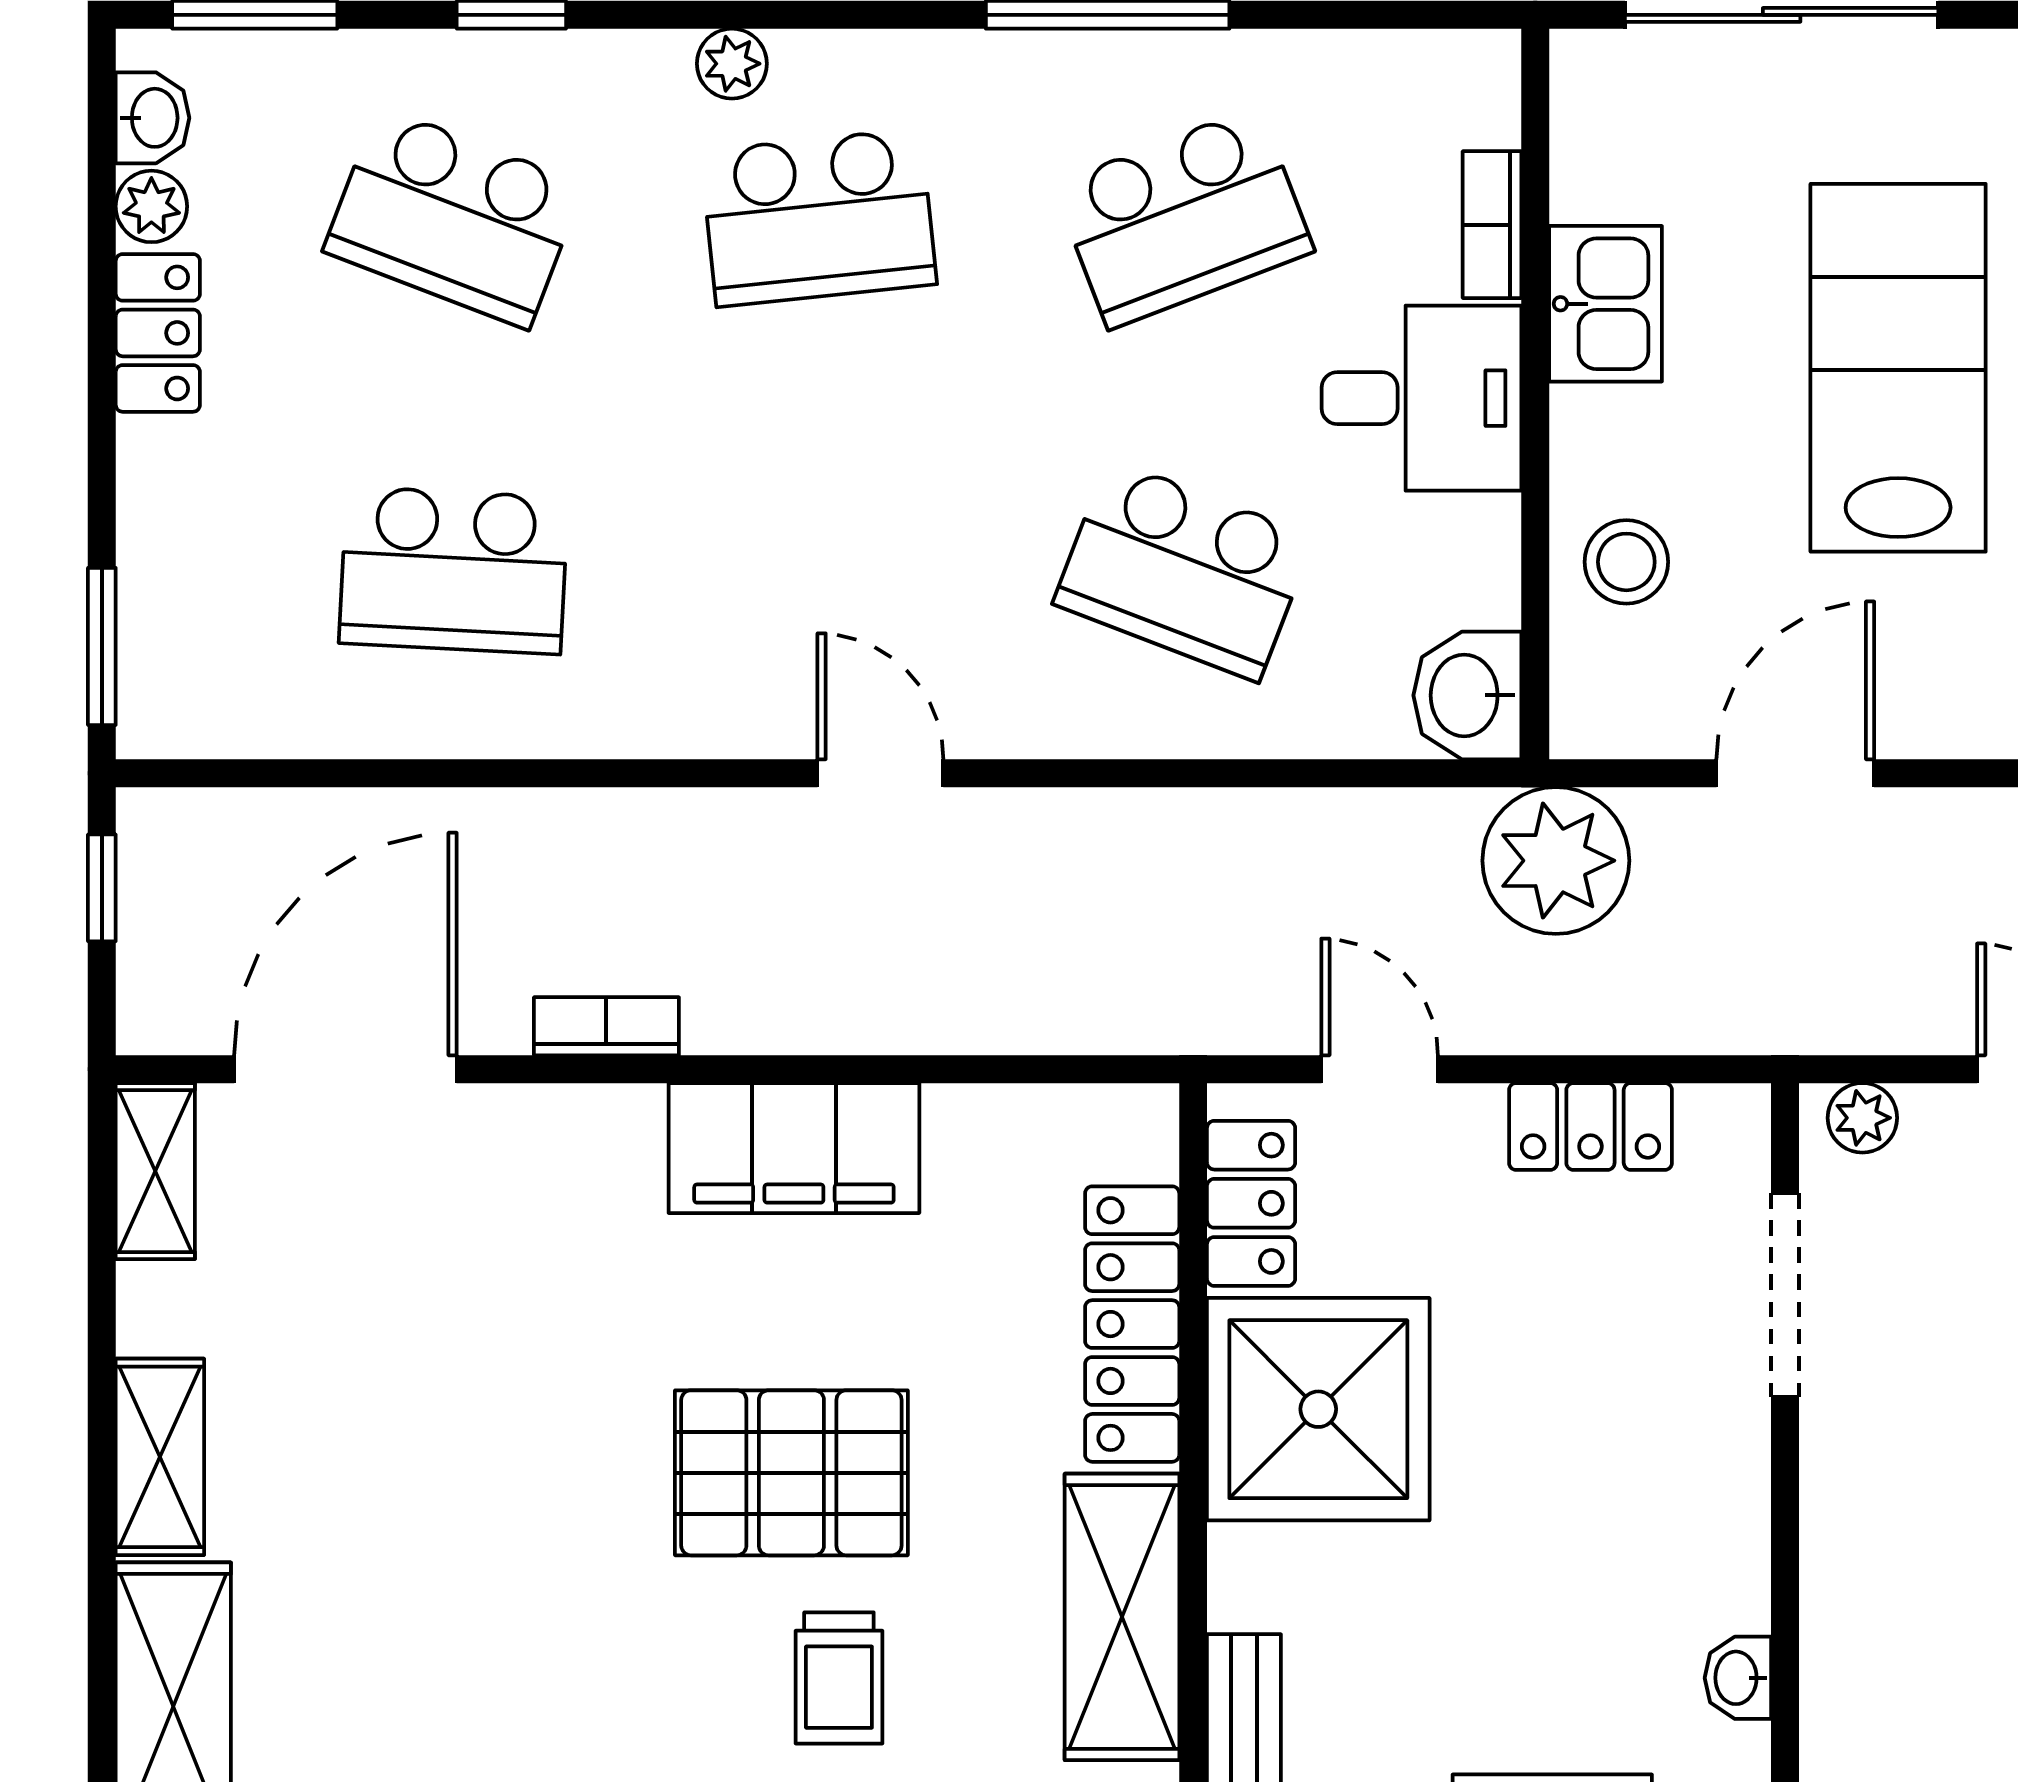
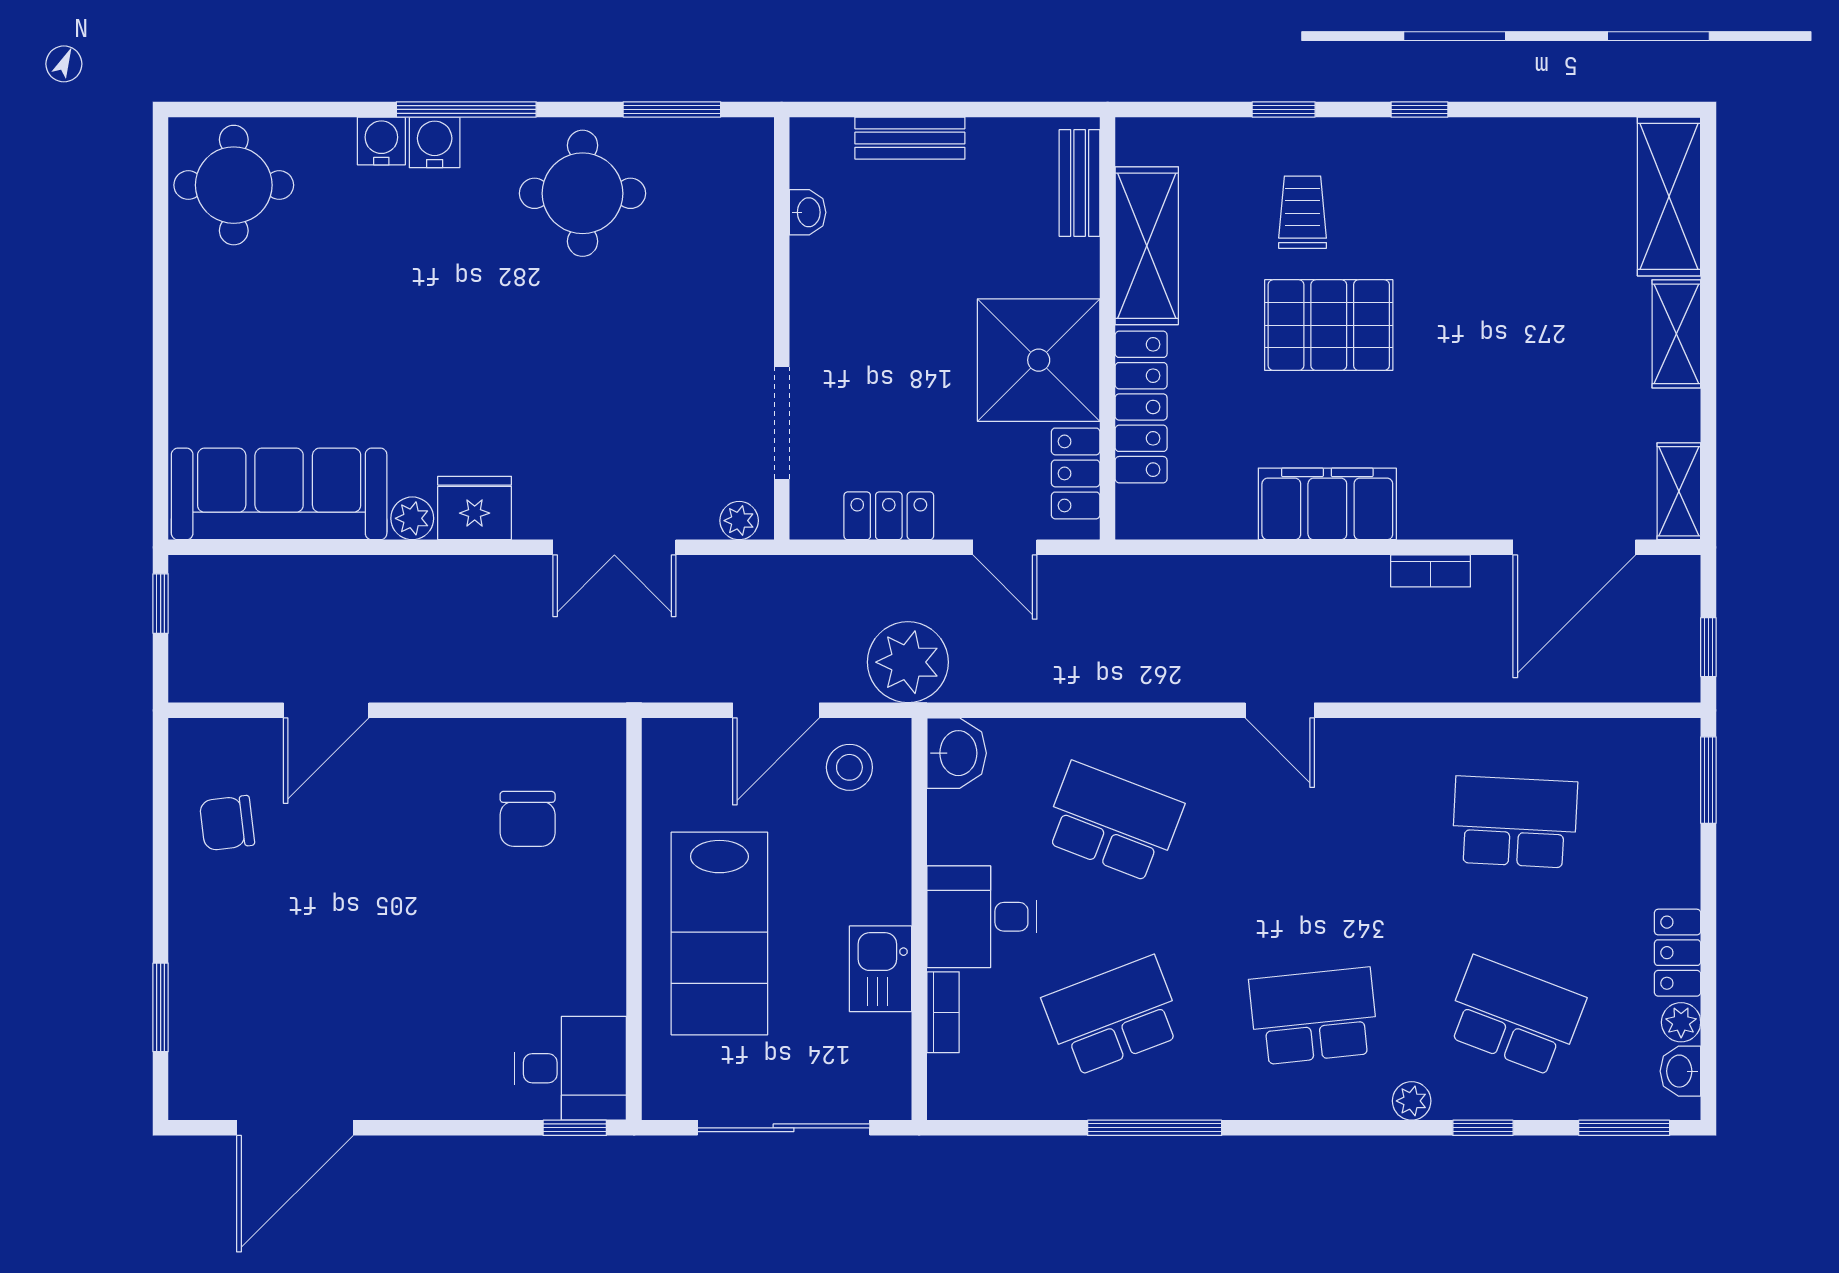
plant: (732, 64) -> (1412, 1101), moved
stool: (1626, 562) -> (849, 767), moved

